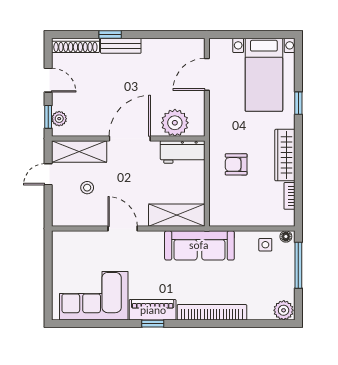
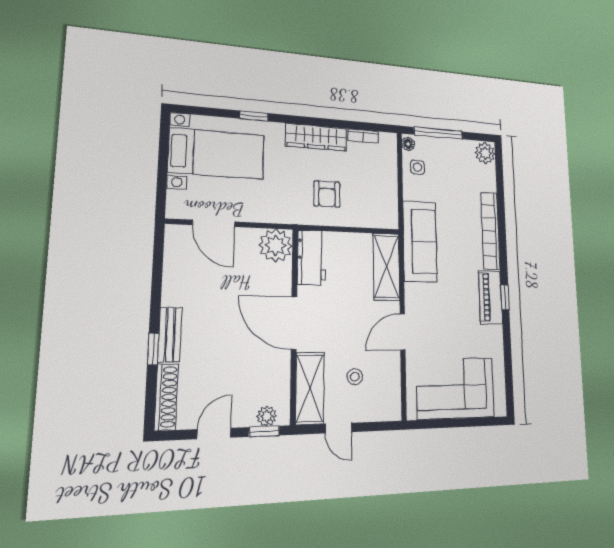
plant: (175, 123) -> (276, 245), moved
corner sofa: (94, 296) -> (455, 388), moved, turned 90

